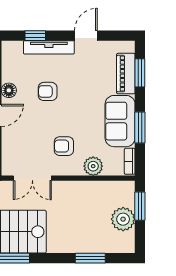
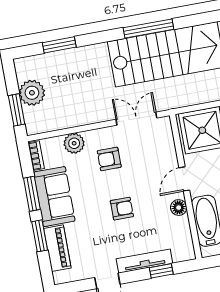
window: (140, 73) -> (40, 236), moved
armchair: (48, 91) -> (122, 209), moved
armchair: (64, 146) -> (109, 159), turned 180

